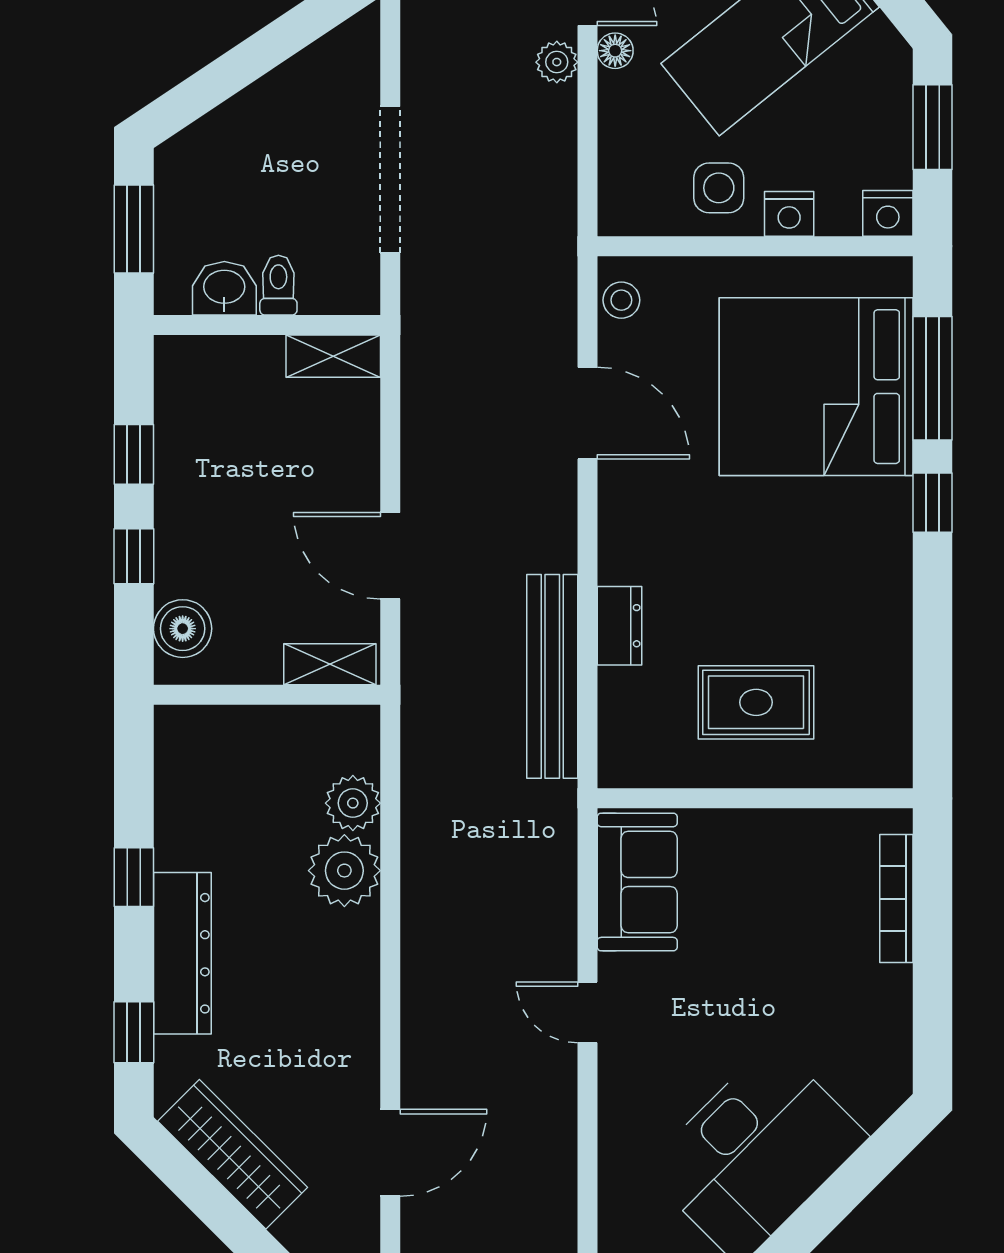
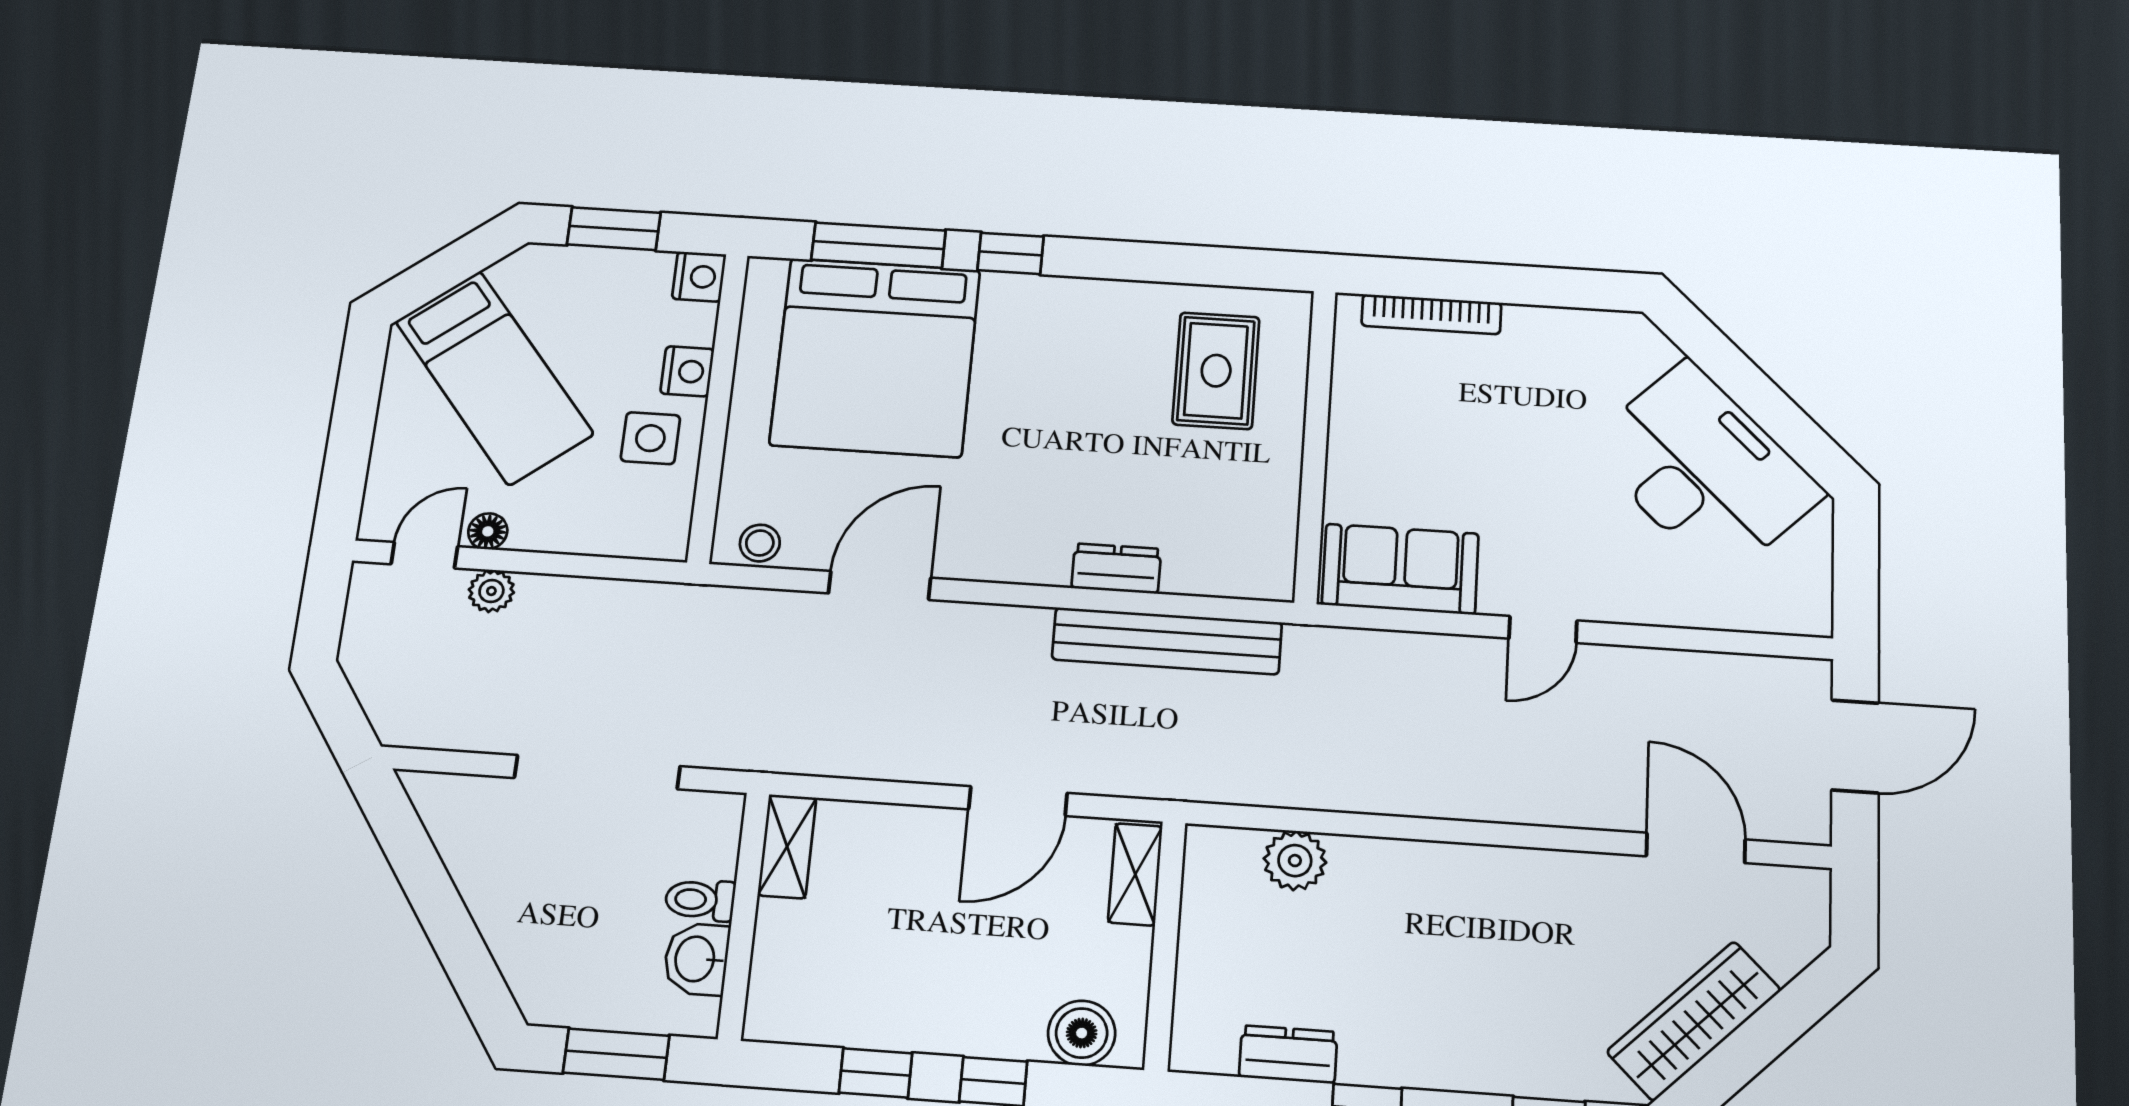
rug: (756, 702) -> (1216, 371), moved
plant: (344, 871) -> (1371, 875), removed
dresser: (182, 953) -> (1288, 1054), moved, width x0.51, depth x0.80

